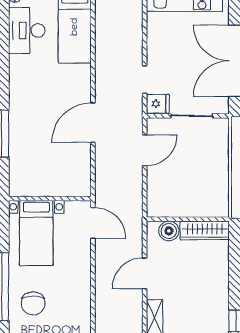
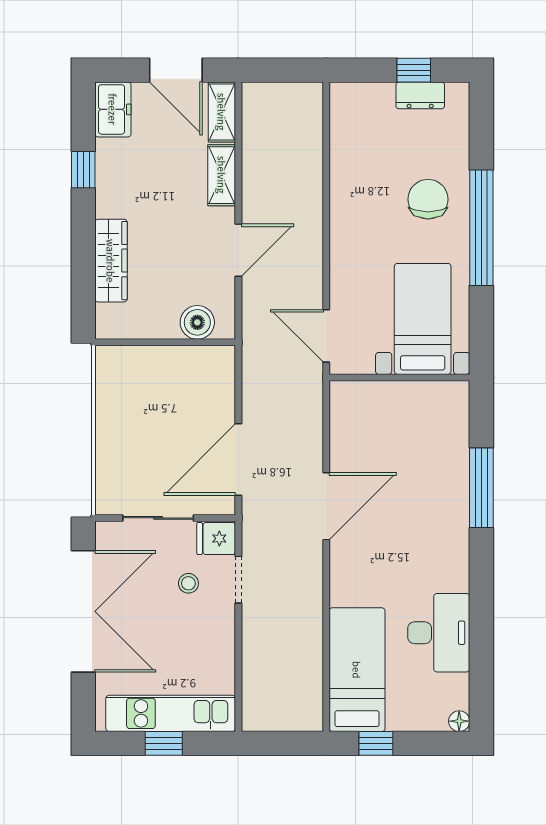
desk: (27, 30) -> (439, 633), moved
stool: (174, 77) -> (188, 583), added
door: (145, 150) -> (238, 459), width x1.36
wardrobe: (205, 230) -> (111, 261), moved, turned 90

